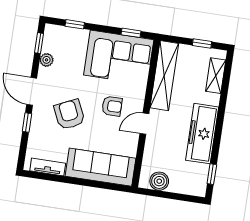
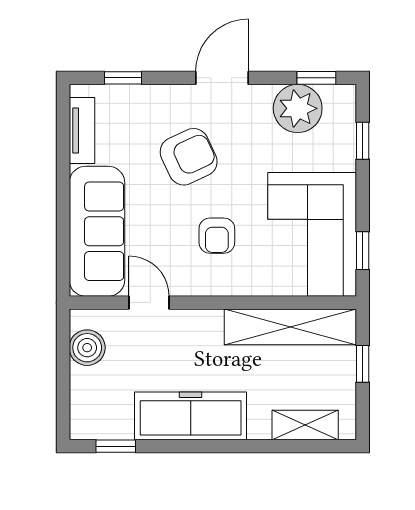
window: (202, 44) -> (363, 364), moved
plant: (47, 60) -> (298, 108), width x1.88, depth x1.88
window: (27, 123) -> (123, 78), moved
door: (144, 124) -> (149, 303), moved

